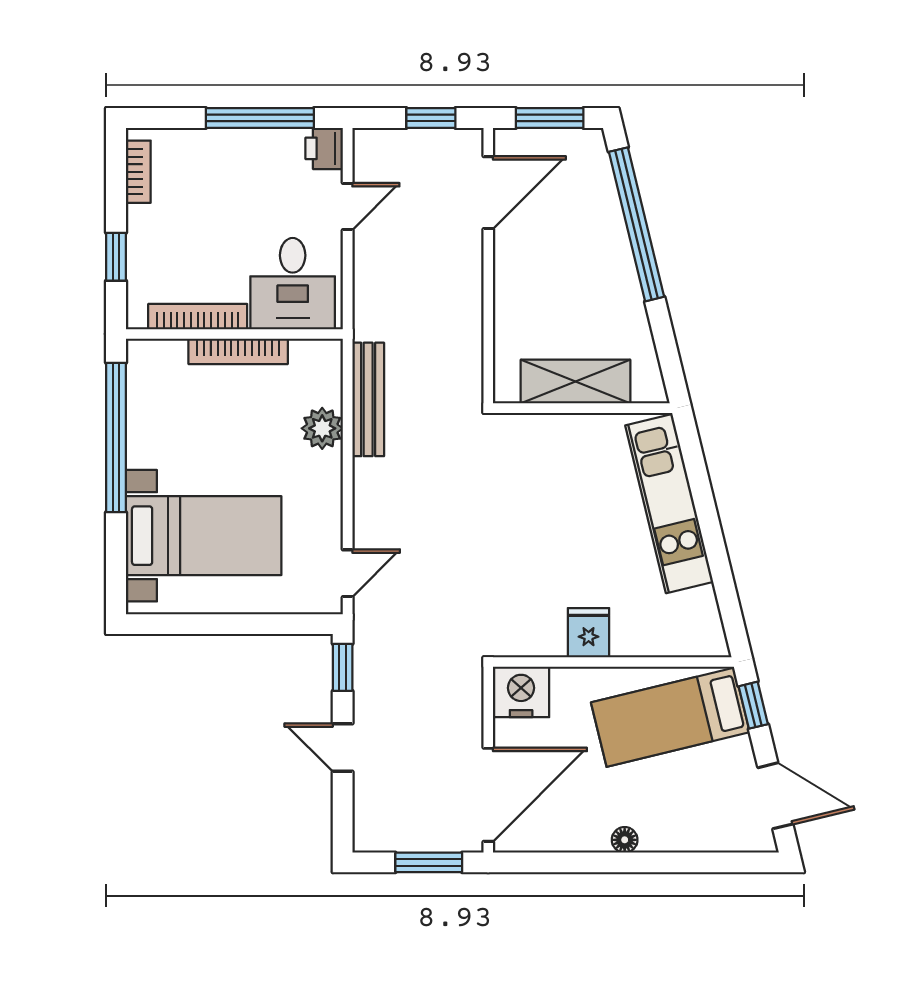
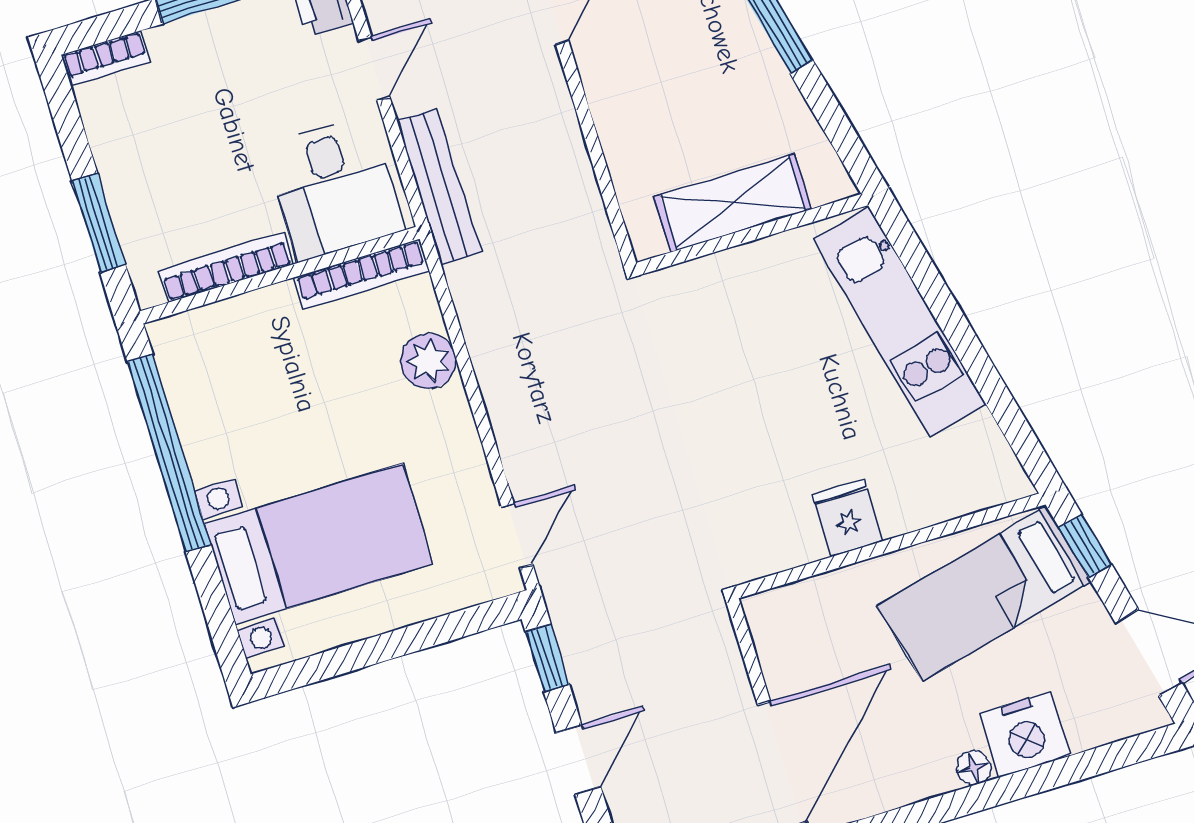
bookcase: (138, 172) -> (105, 58), moved, turned 90
window: (116, 257) -> (99, 223), width x1.50
bookcase: (238, 351) -> (361, 274), moved
bench: (368, 399) -> (439, 187), moved
nightstand: (521, 692) -> (1025, 735), moved, turned 180
door: (343, 747) -> (578, 760), swing flipped

